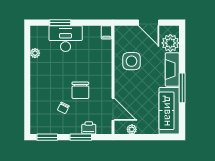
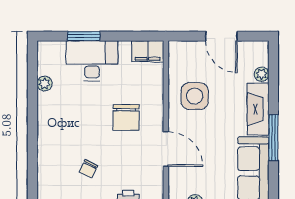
filing cabinet: (106, 32) -> (148, 51), width x2.00
plant: (170, 43) -> (262, 74), width x0.53, depth x0.53
chair: (80, 90) -> (126, 117), moved
door: (113, 109) -> (166, 149), moved

